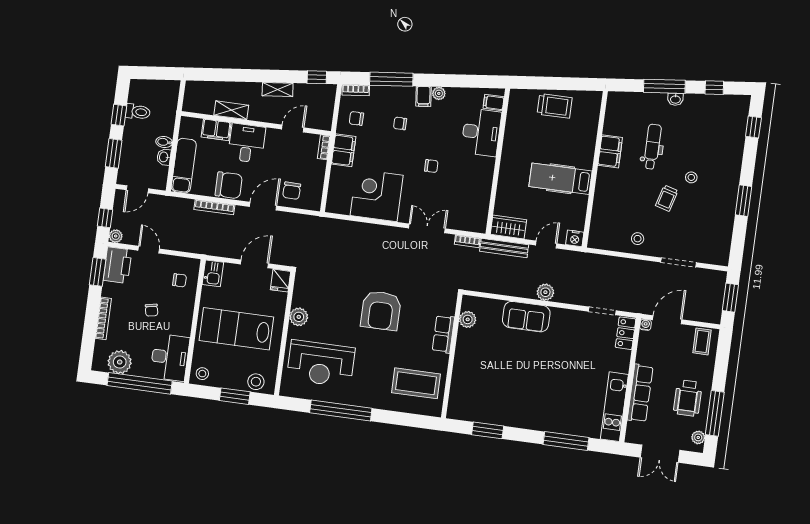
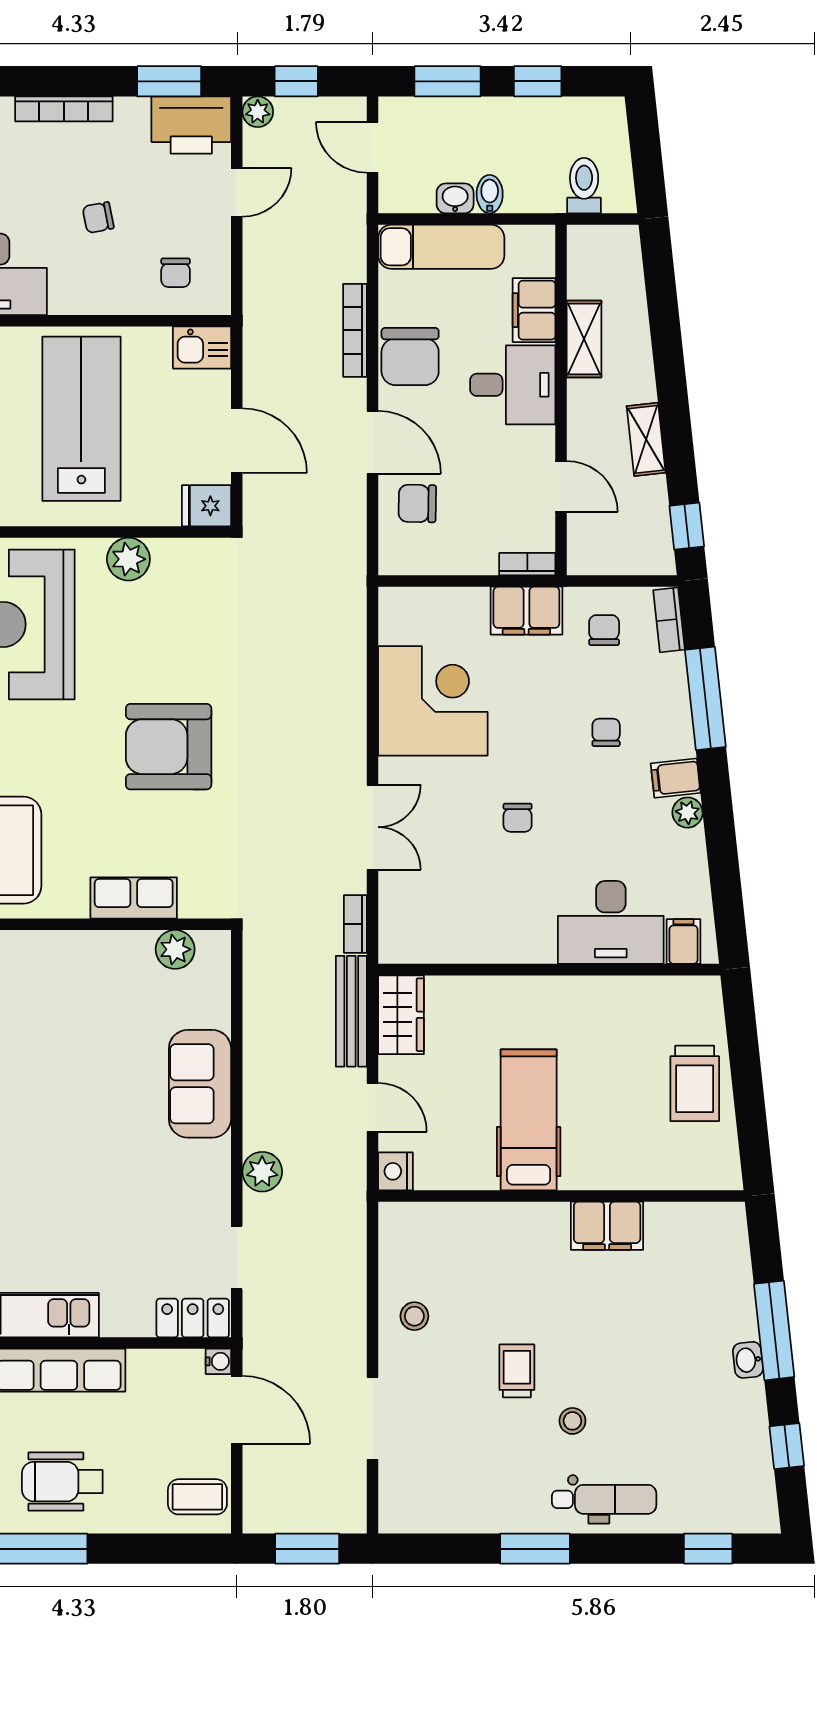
toilet: (138, 112) -> (584, 186), moved, turned 180
dental chair: (652, 147) -> (604, 1499), moved
trolley: (667, 198) -> (517, 1371), turned 74
plant: (545, 292) -> (262, 1172), moved

